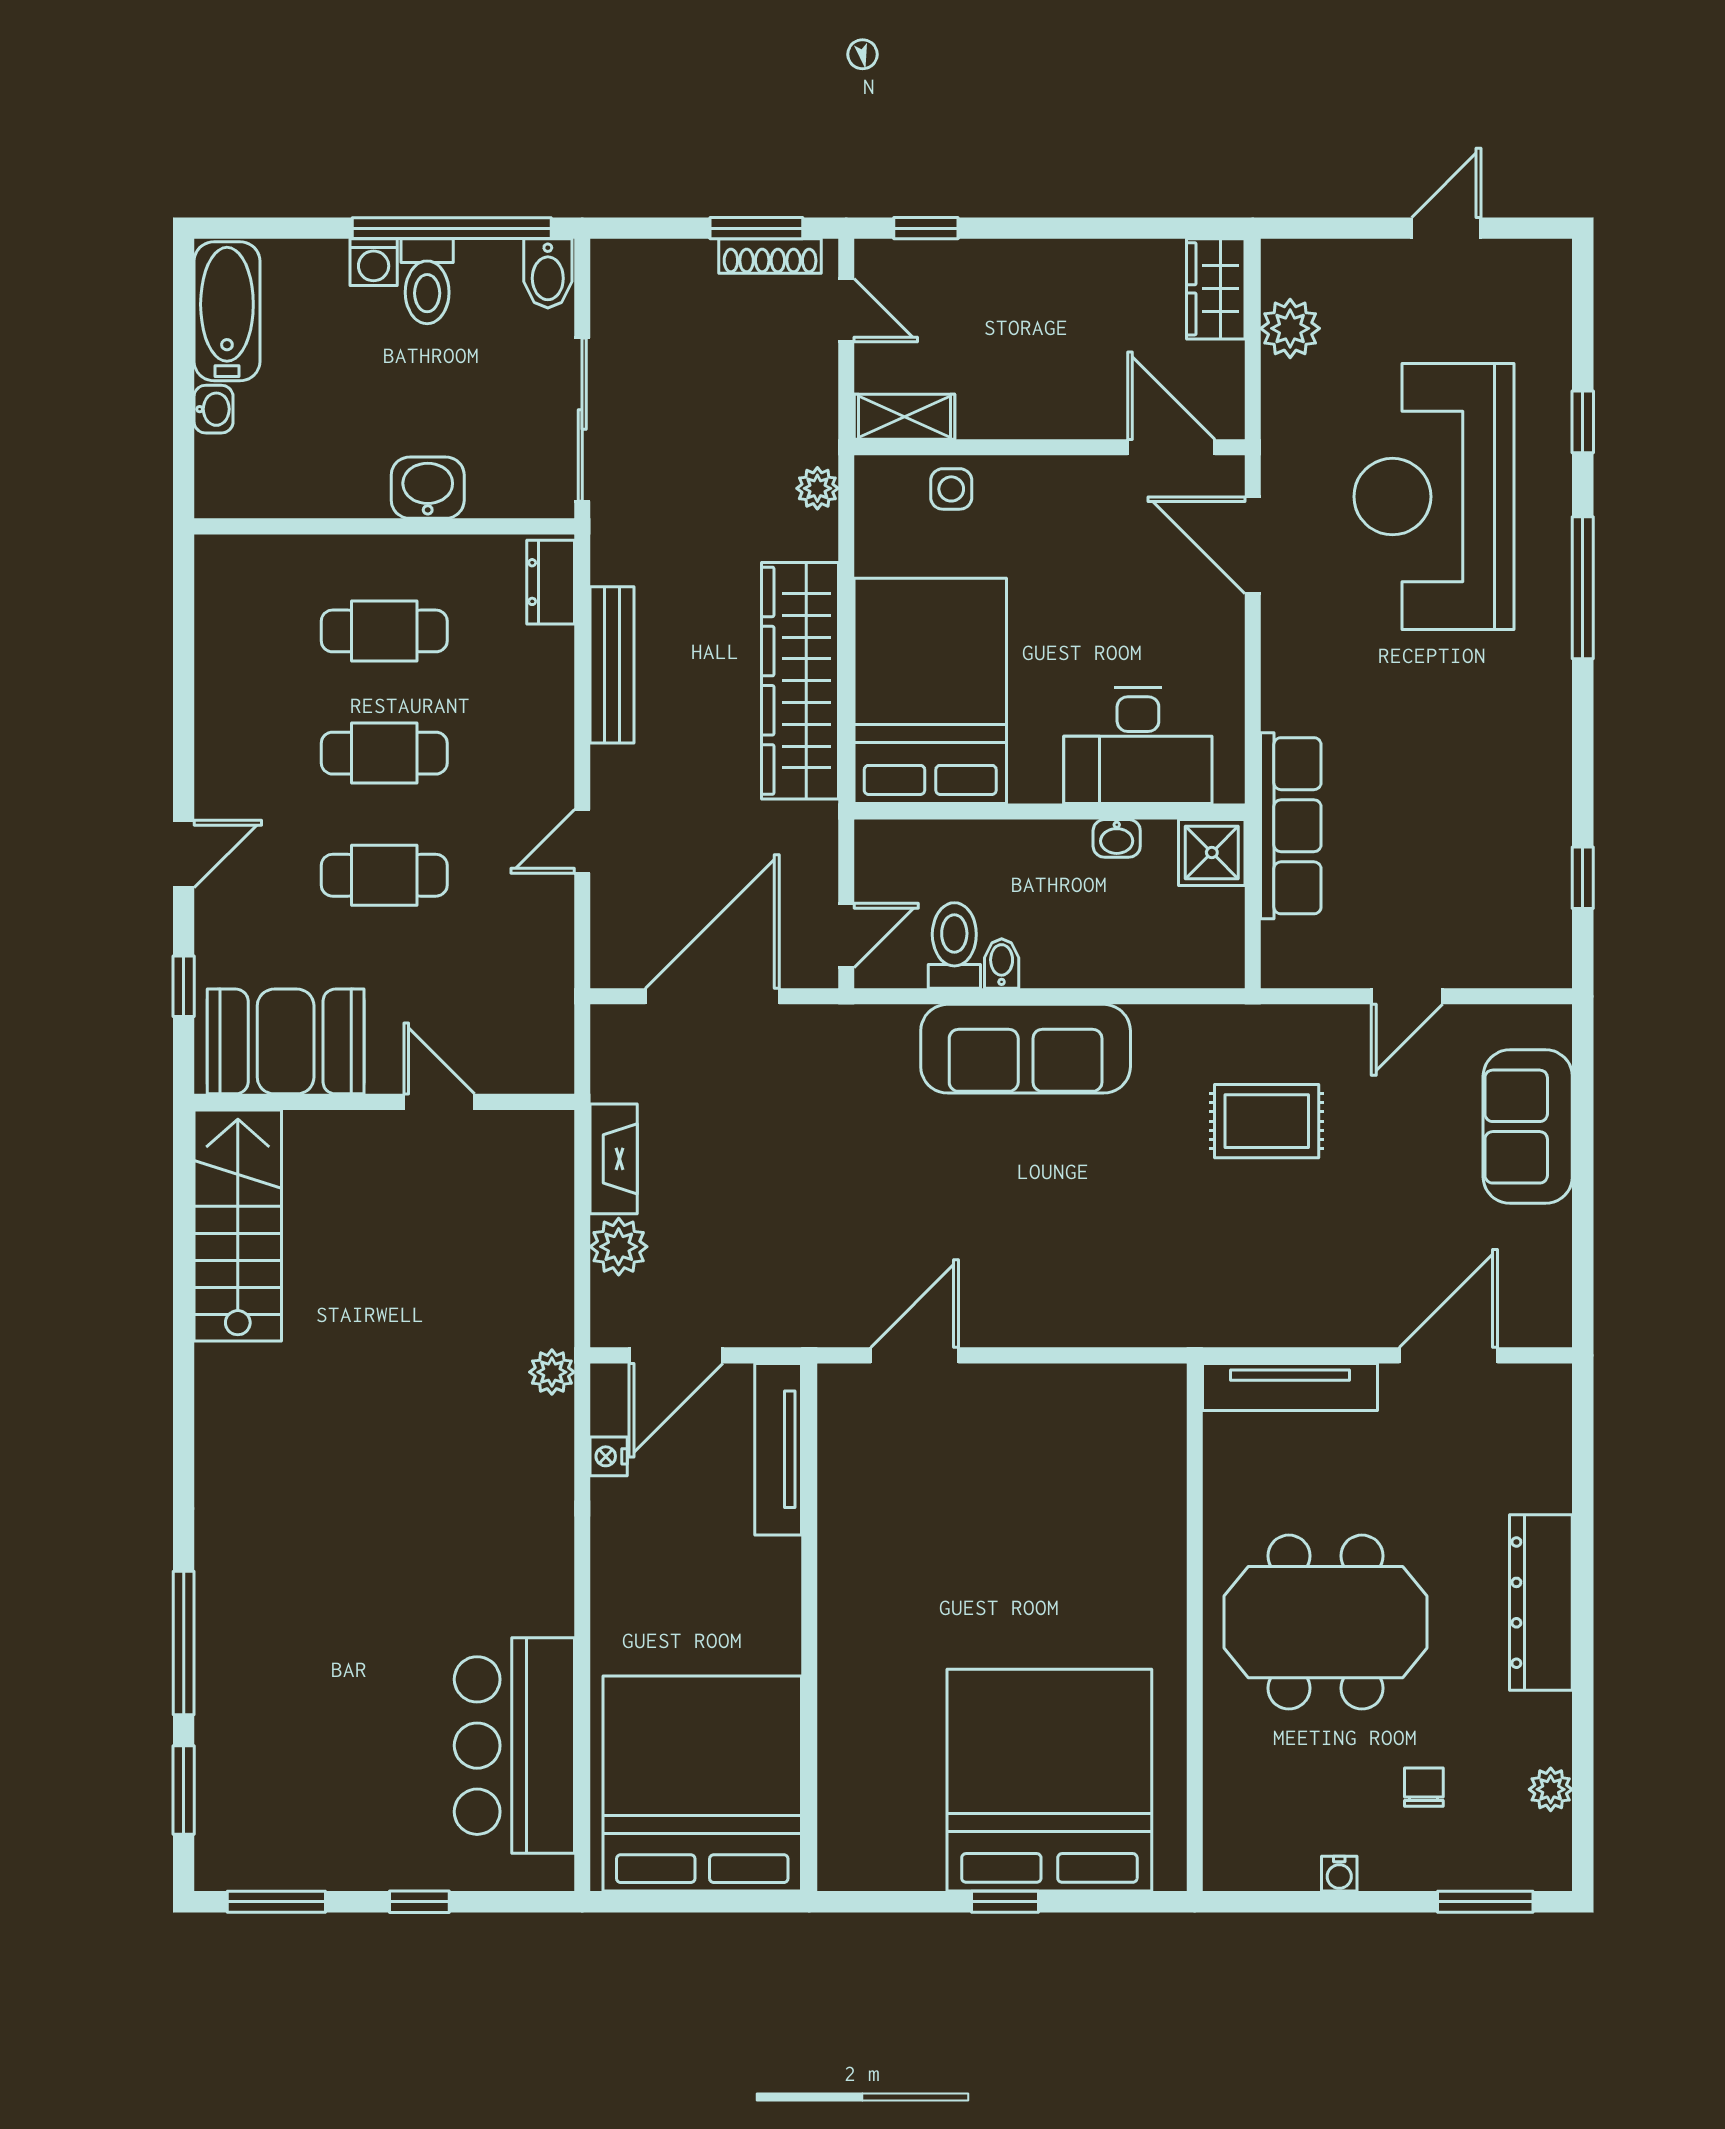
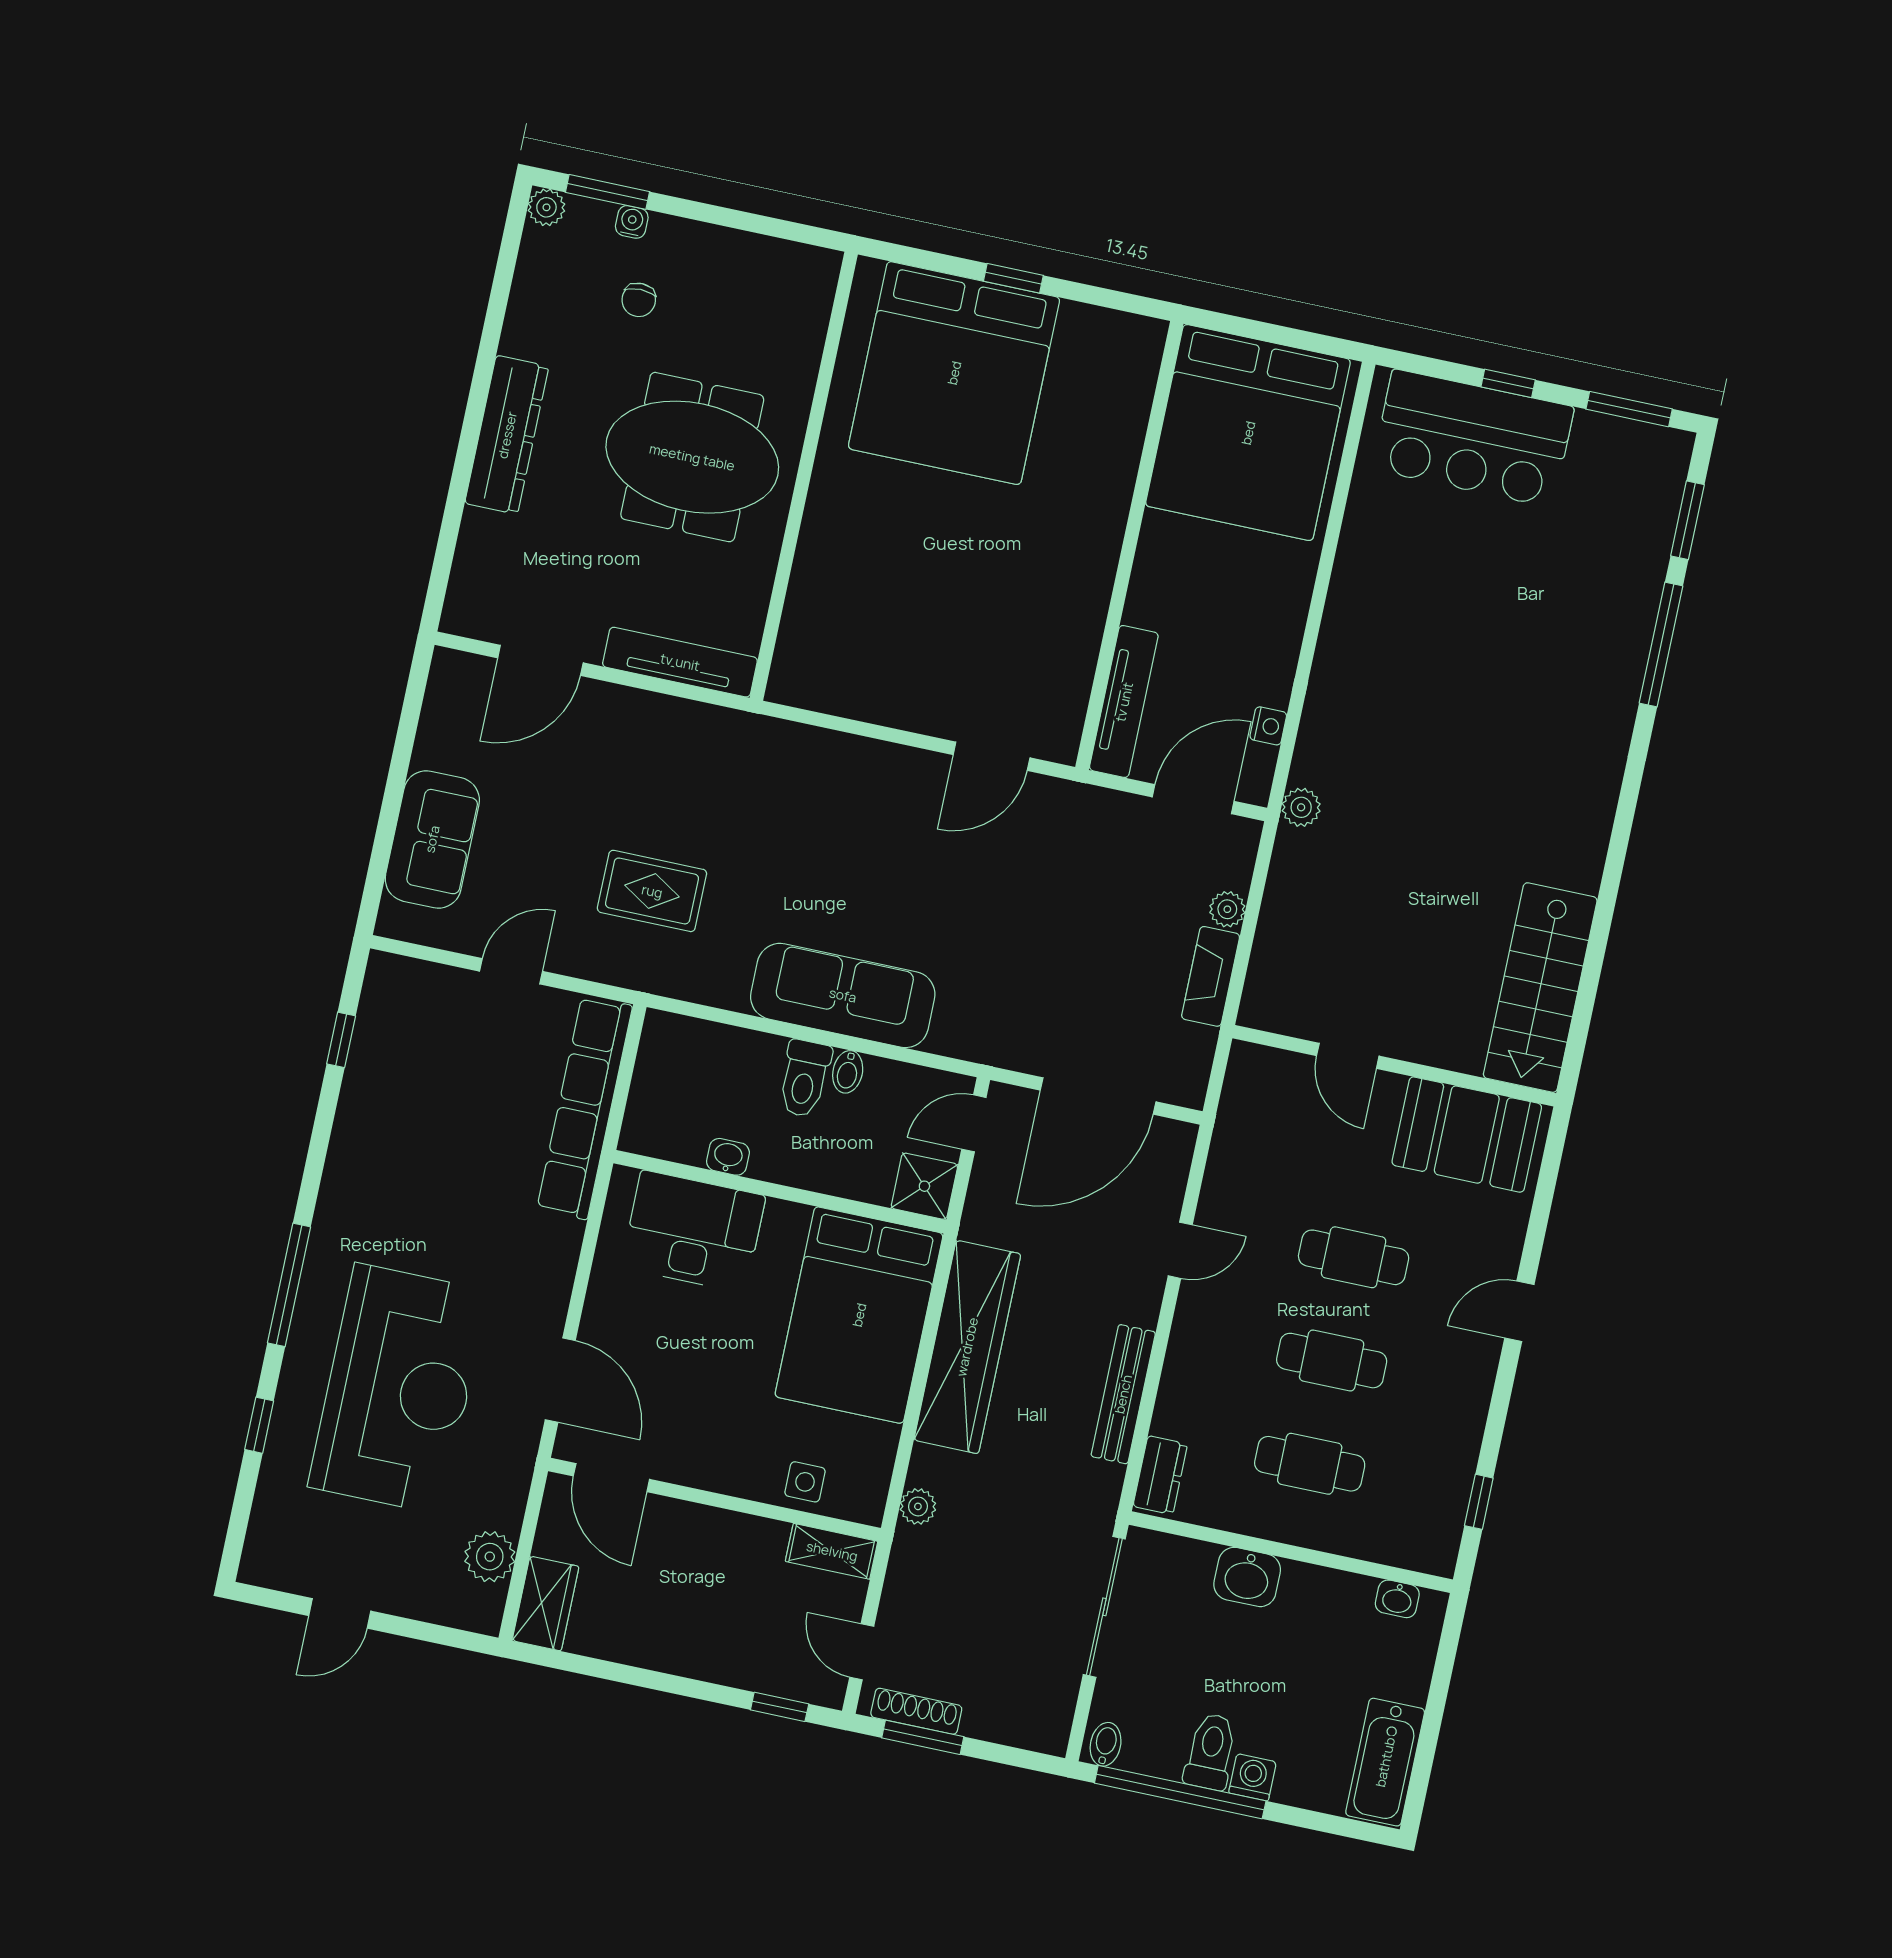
bidet: (548, 273) -> (1106, 1744), width x0.72, depth x0.74
washbasin: (214, 409) -> (1397, 1599), moved, turned -90
row of seats: (1291, 826) -> (585, 1108), width x1.36
shower: (1212, 852) -> (924, 1186), moved
toilet: (954, 945) -> (805, 1079), moved
window: (184, 986) -> (1479, 1502), moved
plant: (619, 1247) -> (1227, 909), width x0.73, depth x0.73
bar counter: (514, 1746) -> (1473, 438), moved, turned 90
plant: (1551, 1789) -> (546, 207), moved
water cooler: (1339, 1874) -> (632, 222), moved

